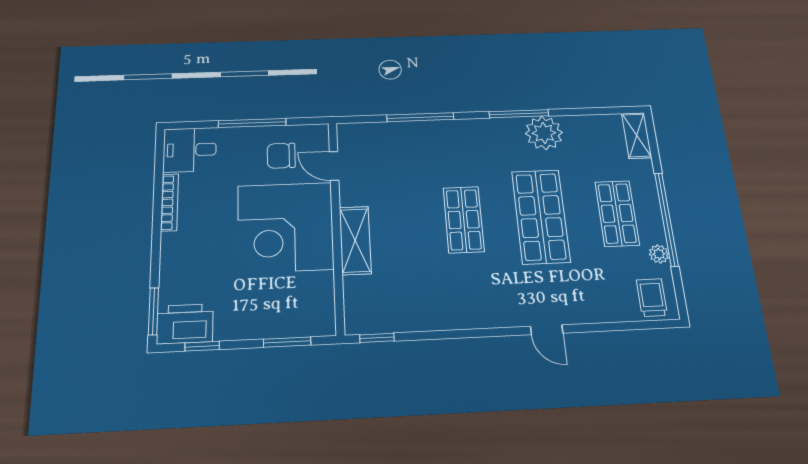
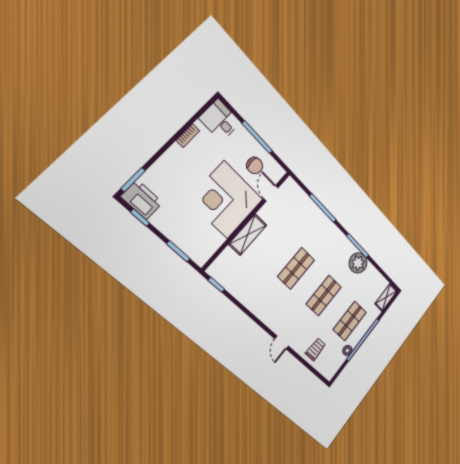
chair: (281, 156) -> (255, 166), turned 180
bookcase: (169, 202) -> (188, 136), width x0.64
shop shelf: (541, 216) -> (324, 295), width x0.70, depth x0.74
trolley: (652, 298) -> (315, 349), moved

